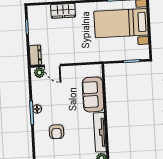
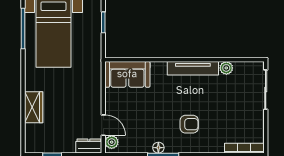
door: (52, 65) -> (103, 125), hinge flipped
sofa: (93, 94) -> (127, 74), moved

